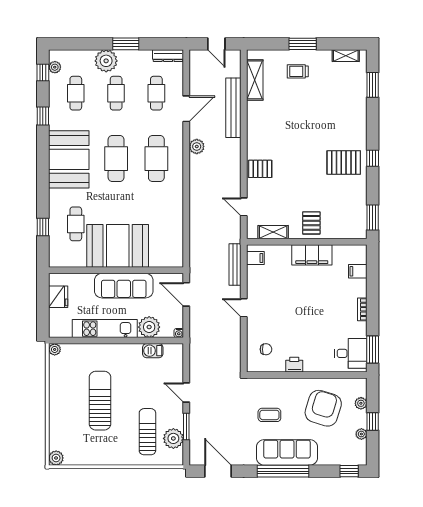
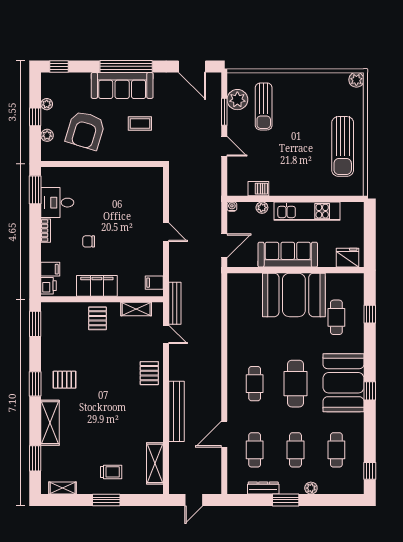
door: (216, 44) -> (194, 500), swing flipped
dresser: (168, 56) -> (263, 488), moved
plant: (106, 61) -> (311, 488), width x0.53, depth x0.53
plant: (55, 67) -> (358, 476), removed
bench: (233, 108) -> (176, 411), moved
window: (43, 116) -> (370, 391), moved
shelving: (358, 120) -> (50, 423), added
plant: (197, 146) -> (214, 396), removed
window: (373, 158) -> (35, 384), width x1.50
cafe table: (156, 159) -> (255, 384), width x0.73, depth x0.74
pallet: (344, 162) -> (65, 380), width x0.67, depth x0.71
pallet: (260, 169) -> (149, 373), turned 90
bench: (235, 265) -> (175, 303), moved
door: (186, 294) -> (224, 246), hinge flipped
fridge: (58, 297) -> (347, 258), moved, turned 90
plant: (149, 327) -> (262, 208), width x0.53, depth x0.53
plant: (55, 349) -> (358, 190), removed
chair: (266, 349) -> (89, 241), moved
desk: (351, 353) -> (57, 203), moved
printer: (294, 365) -> (49, 286), moved, turned -90
sun lounger: (100, 401) -> (343, 146), moved

